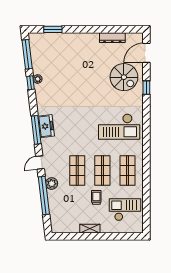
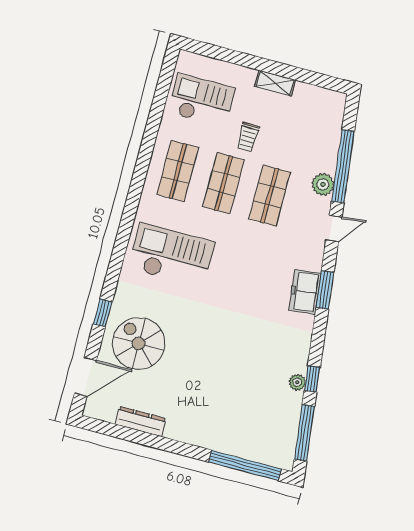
window: (53, 29) -> (245, 466), width x2.11
window: (36, 130) -> (325, 290), width x0.69
checkout: (125, 210) -> (202, 100), turned 180

